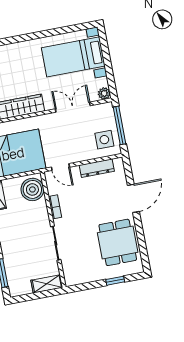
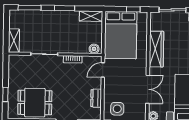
dresser: (97, 168) -> (96, 98), width x0.70
boiler: (32, 189) -> (94, 49), width x0.54, depth x0.54

